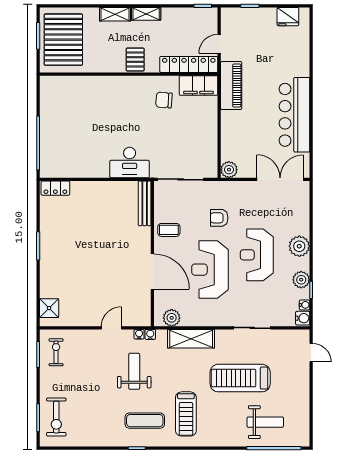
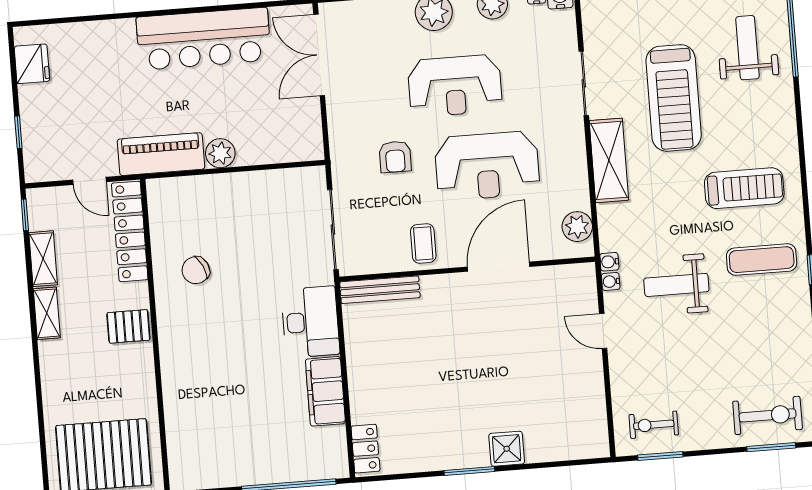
shelving: (115, 14) -> (43, 259), moved
filing cabinet: (198, 86) -> (325, 391), moved, turned 180
chair: (164, 100) -> (196, 270), turned 60
plant: (229, 170) -> (220, 153), moved
shower: (49, 308) -> (507, 449), moved
shelving: (191, 339) -> (609, 160), moved
exercise mat: (145, 421) -> (762, 260), turned 90

